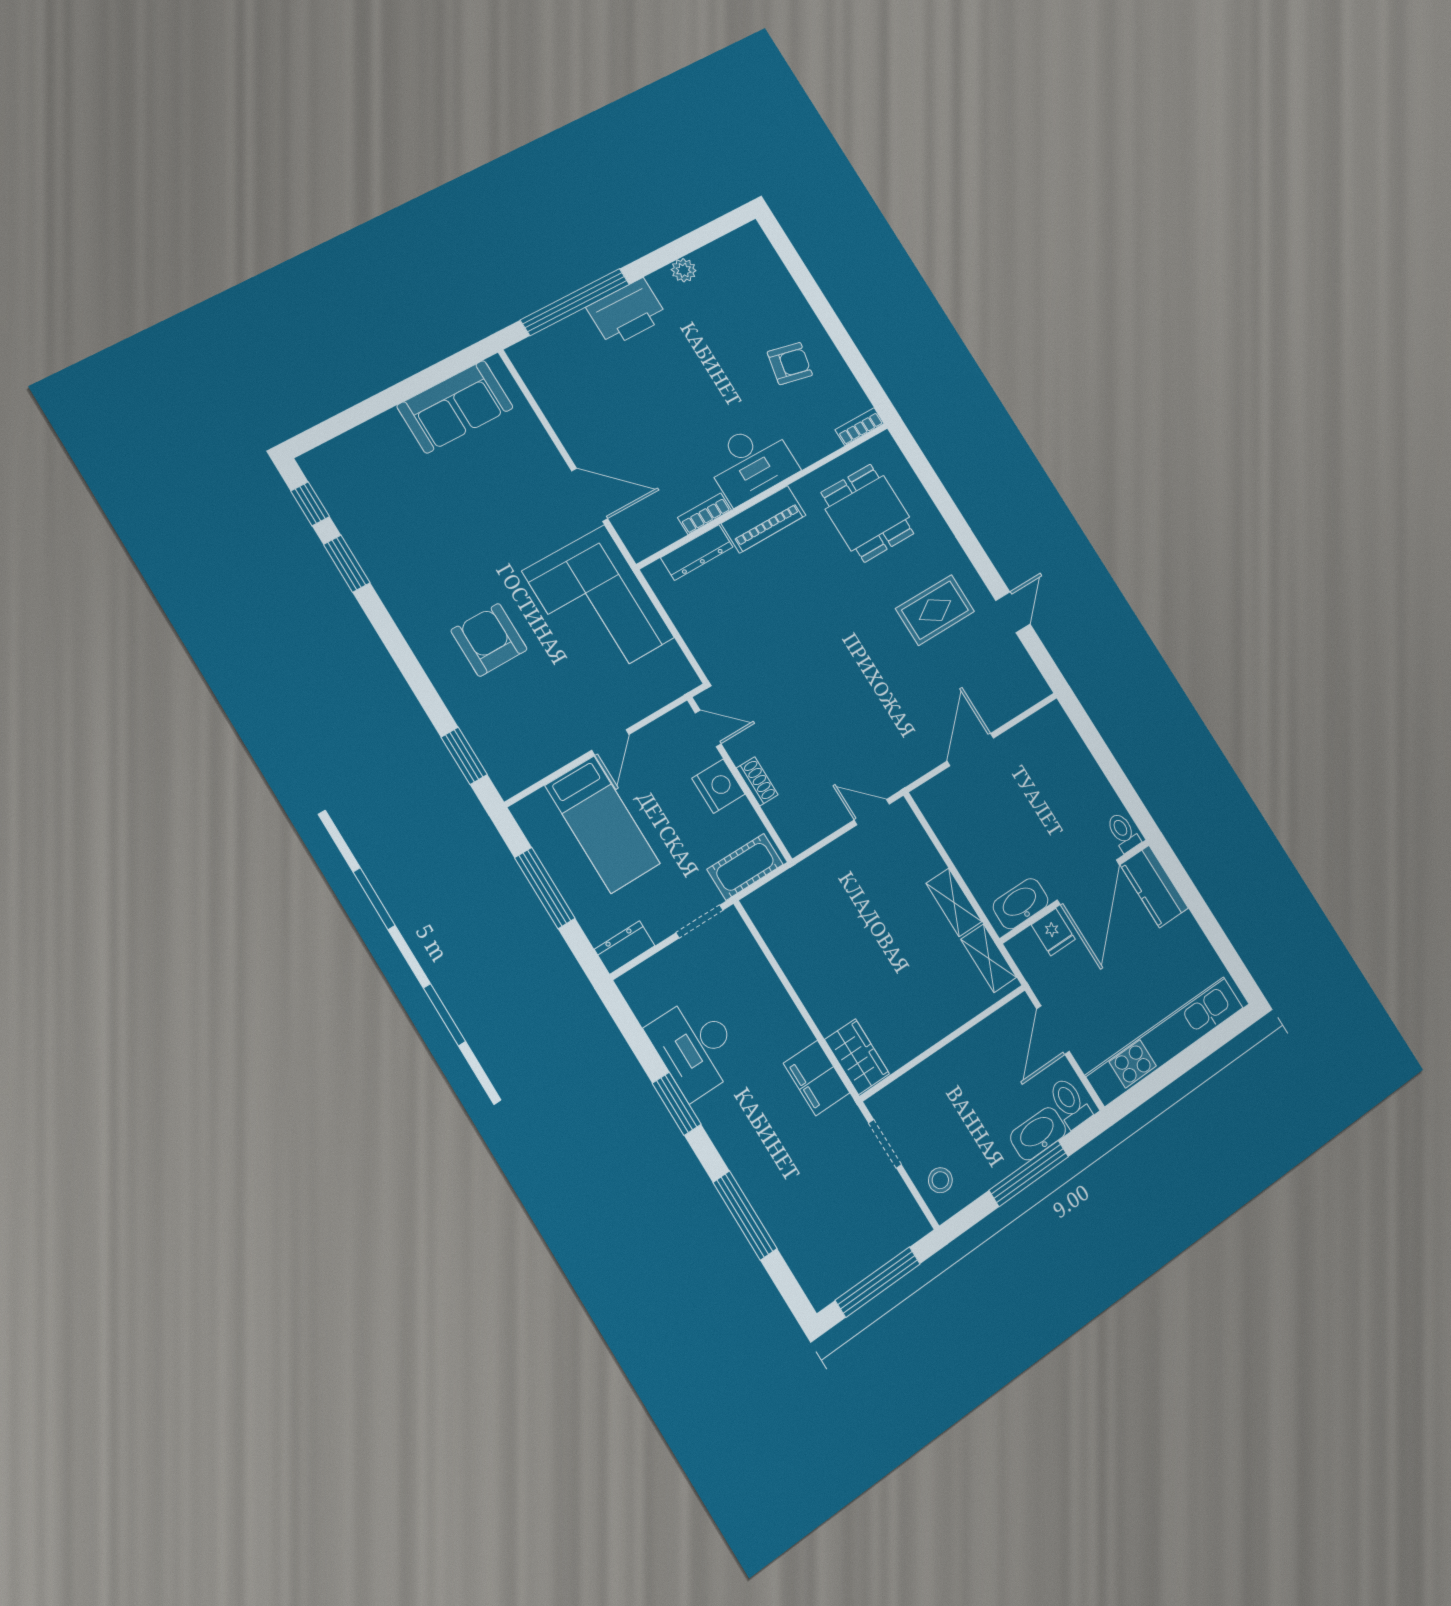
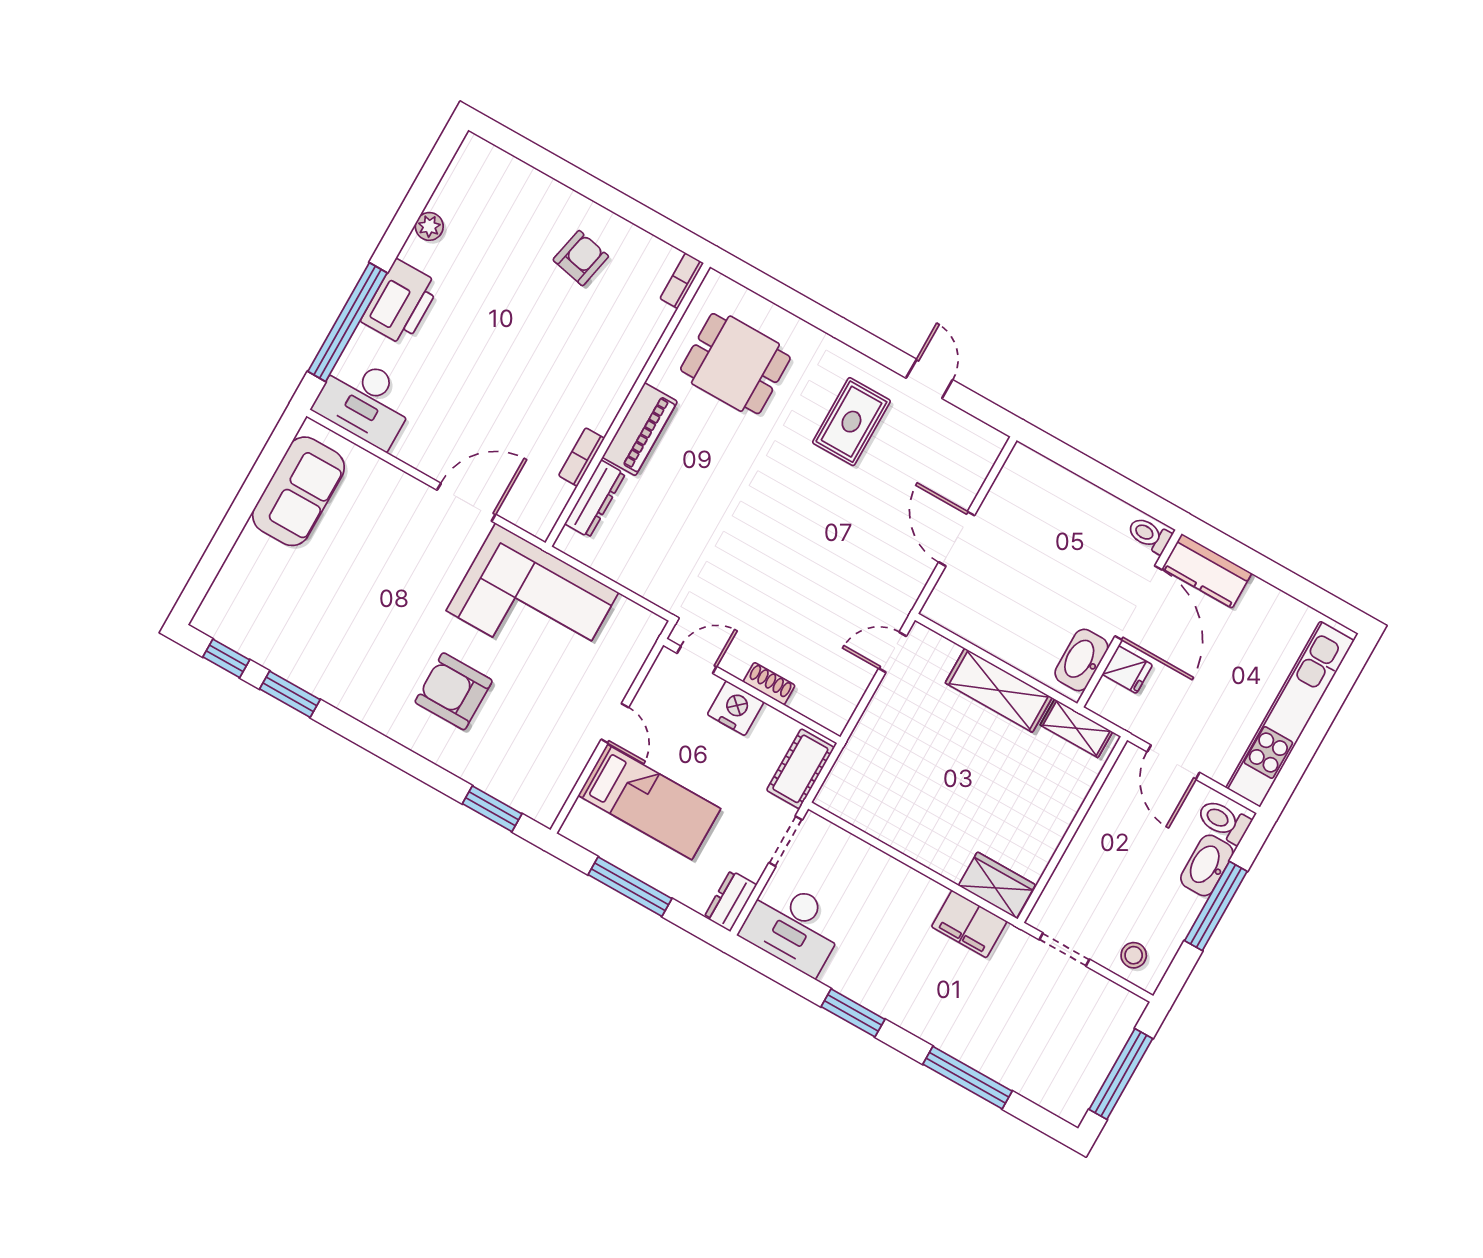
desk: (751, 463) -> (365, 401), moved, turned 90
shelving: (954, 902) -> (999, 690), width x1.50, depth x1.33
desk: (695, 1047) -> (793, 927), moved

